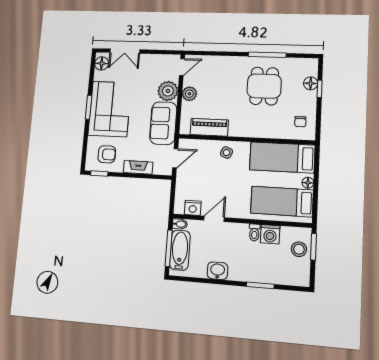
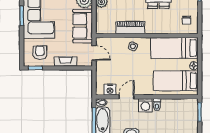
piano: (209, 127) -> (130, 28), moved
armchair: (107, 154) -> (40, 53), turned -90
door: (175, 158) -> (94, 53), hinge flipped
washing machine: (270, 234) -> (145, 105), moved
stool: (299, 249) -> (189, 114), removed

